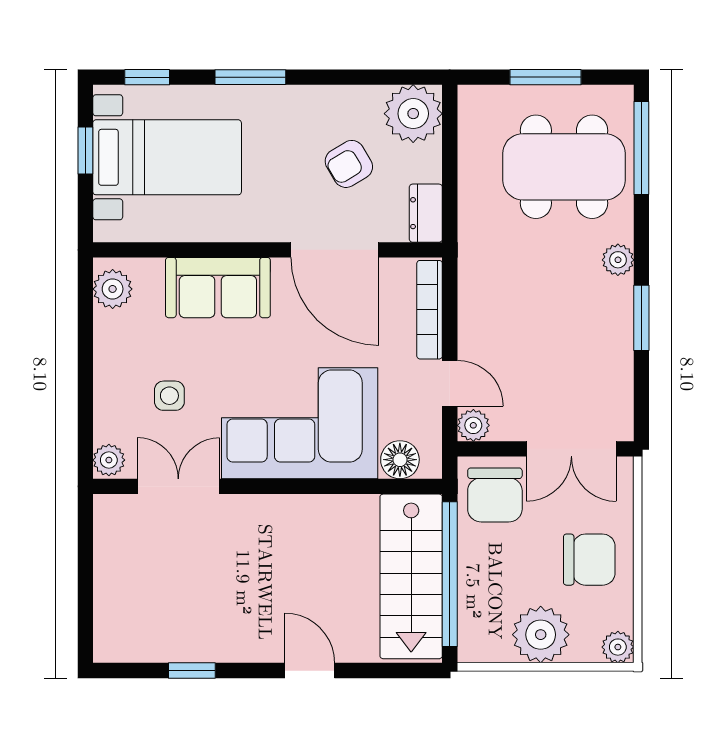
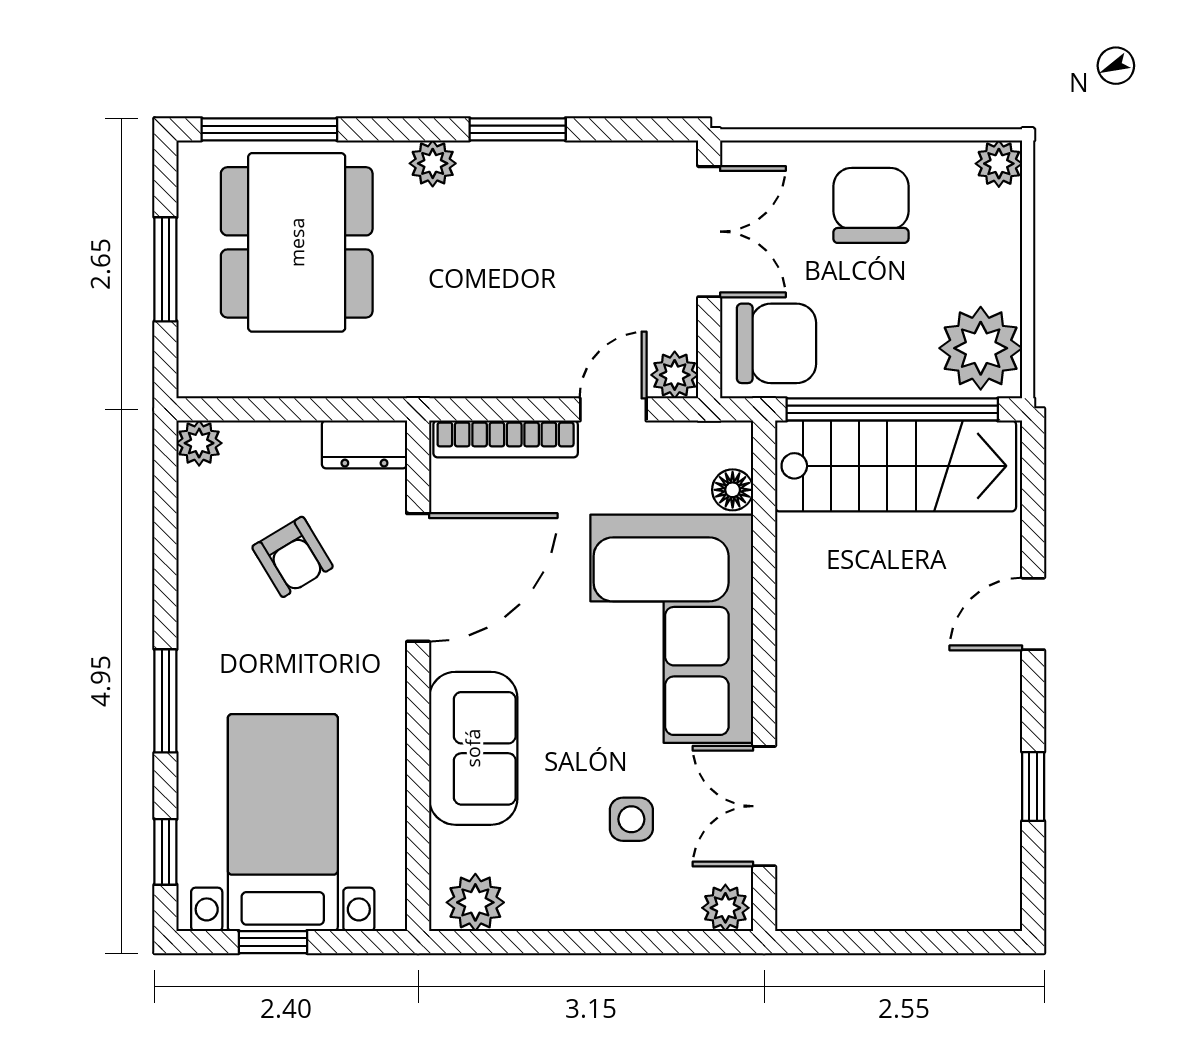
plant: (413, 114) -> (199, 443), width x0.53, depth x0.53
floor lamp: (400, 460) -> (733, 490), width x0.73, depth x0.73
plant: (541, 635) -> (981, 348), moved

